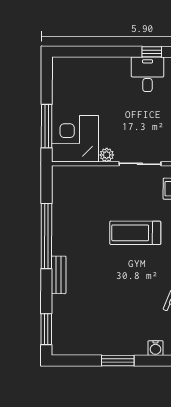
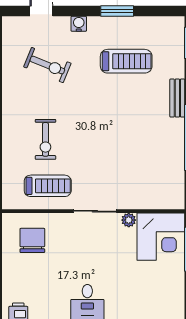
treadmill: (135, 233) -> (126, 61), moved

